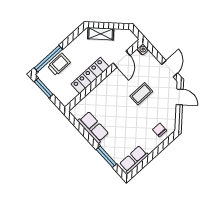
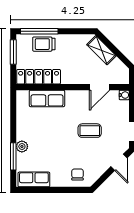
trolley: (59, 64) -> (44, 44), turned 180
locker: (90, 75) -> (39, 77), moved
row of seats: (93, 127) -> (47, 98), moved, turned 90
plant: (106, 145) -> (22, 146), added

